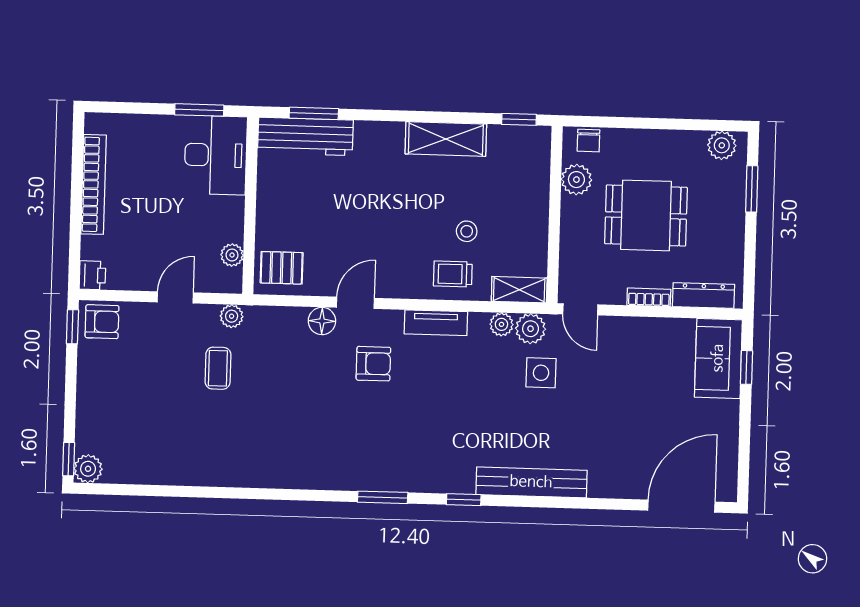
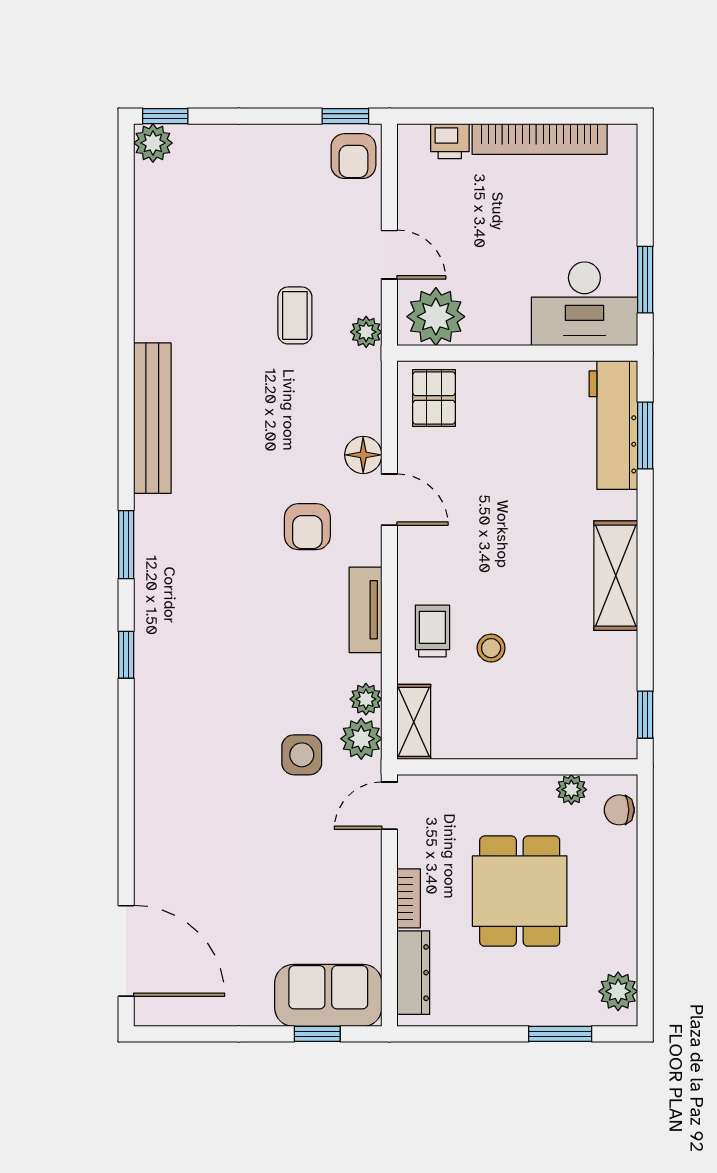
shelving: (446, 139) -> (616, 576), moved
plant: (576, 180) -> (571, 790), width x0.73, depth x0.73
plant: (232, 255) -> (436, 317), width x1.88, depth x1.88
printer: (92, 275) -> (450, 141), moved
coffee table: (218, 368) -> (295, 315), turned 90
bench: (531, 482) -> (152, 418), moved

